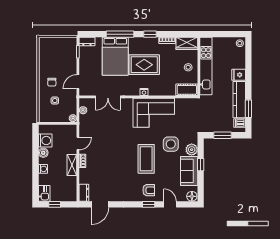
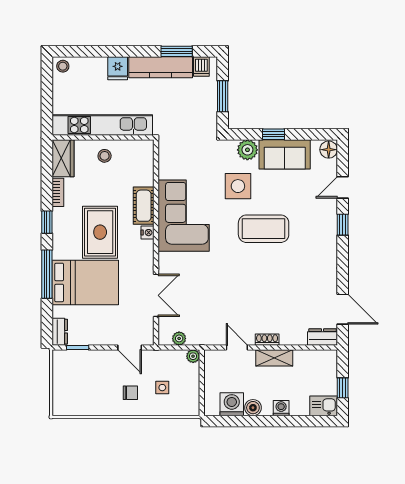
cot: (187, 90) -> (144, 206), moved
armchair: (149, 190) -> (318, 224), removed

